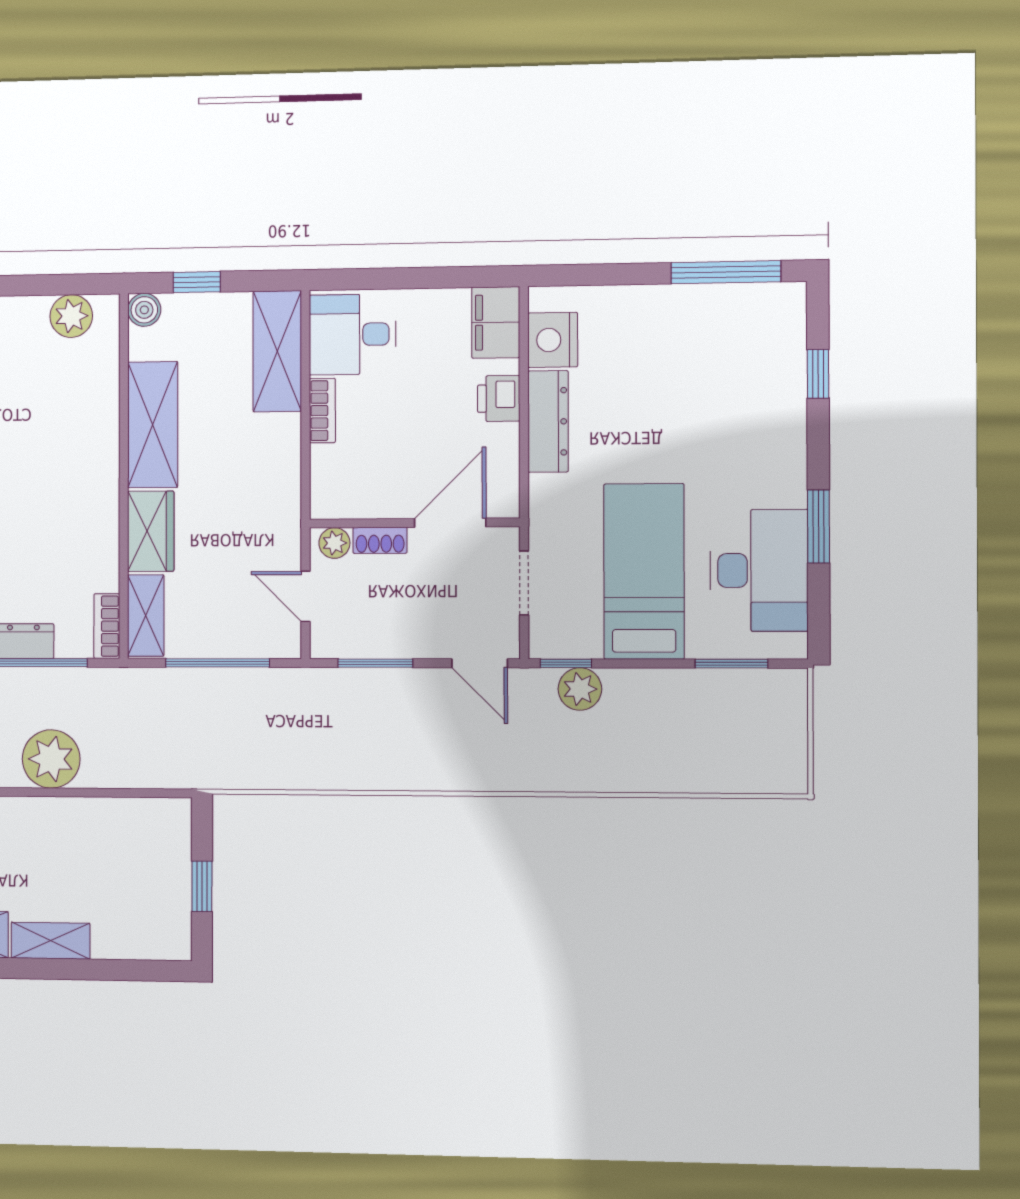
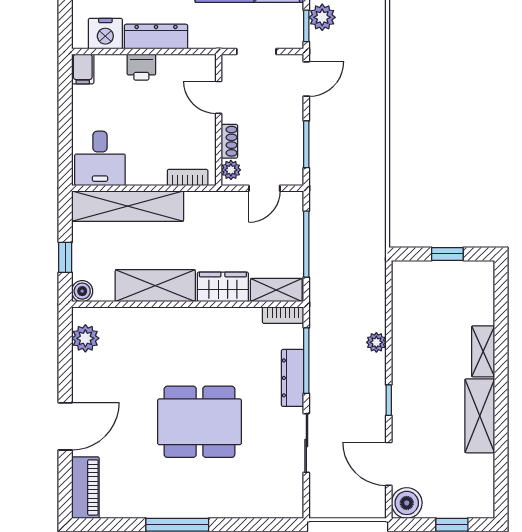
filing cabinet: (496, 322) -> (83, 69), width x0.50
shelving: (277, 351) -> (128, 206), width x1.47
bookcase: (322, 411) -> (188, 177), moved
door: (450, 523) -> (219, 97), width x0.73
plant: (51, 759) -> (376, 342), width x0.53, depth x0.53

